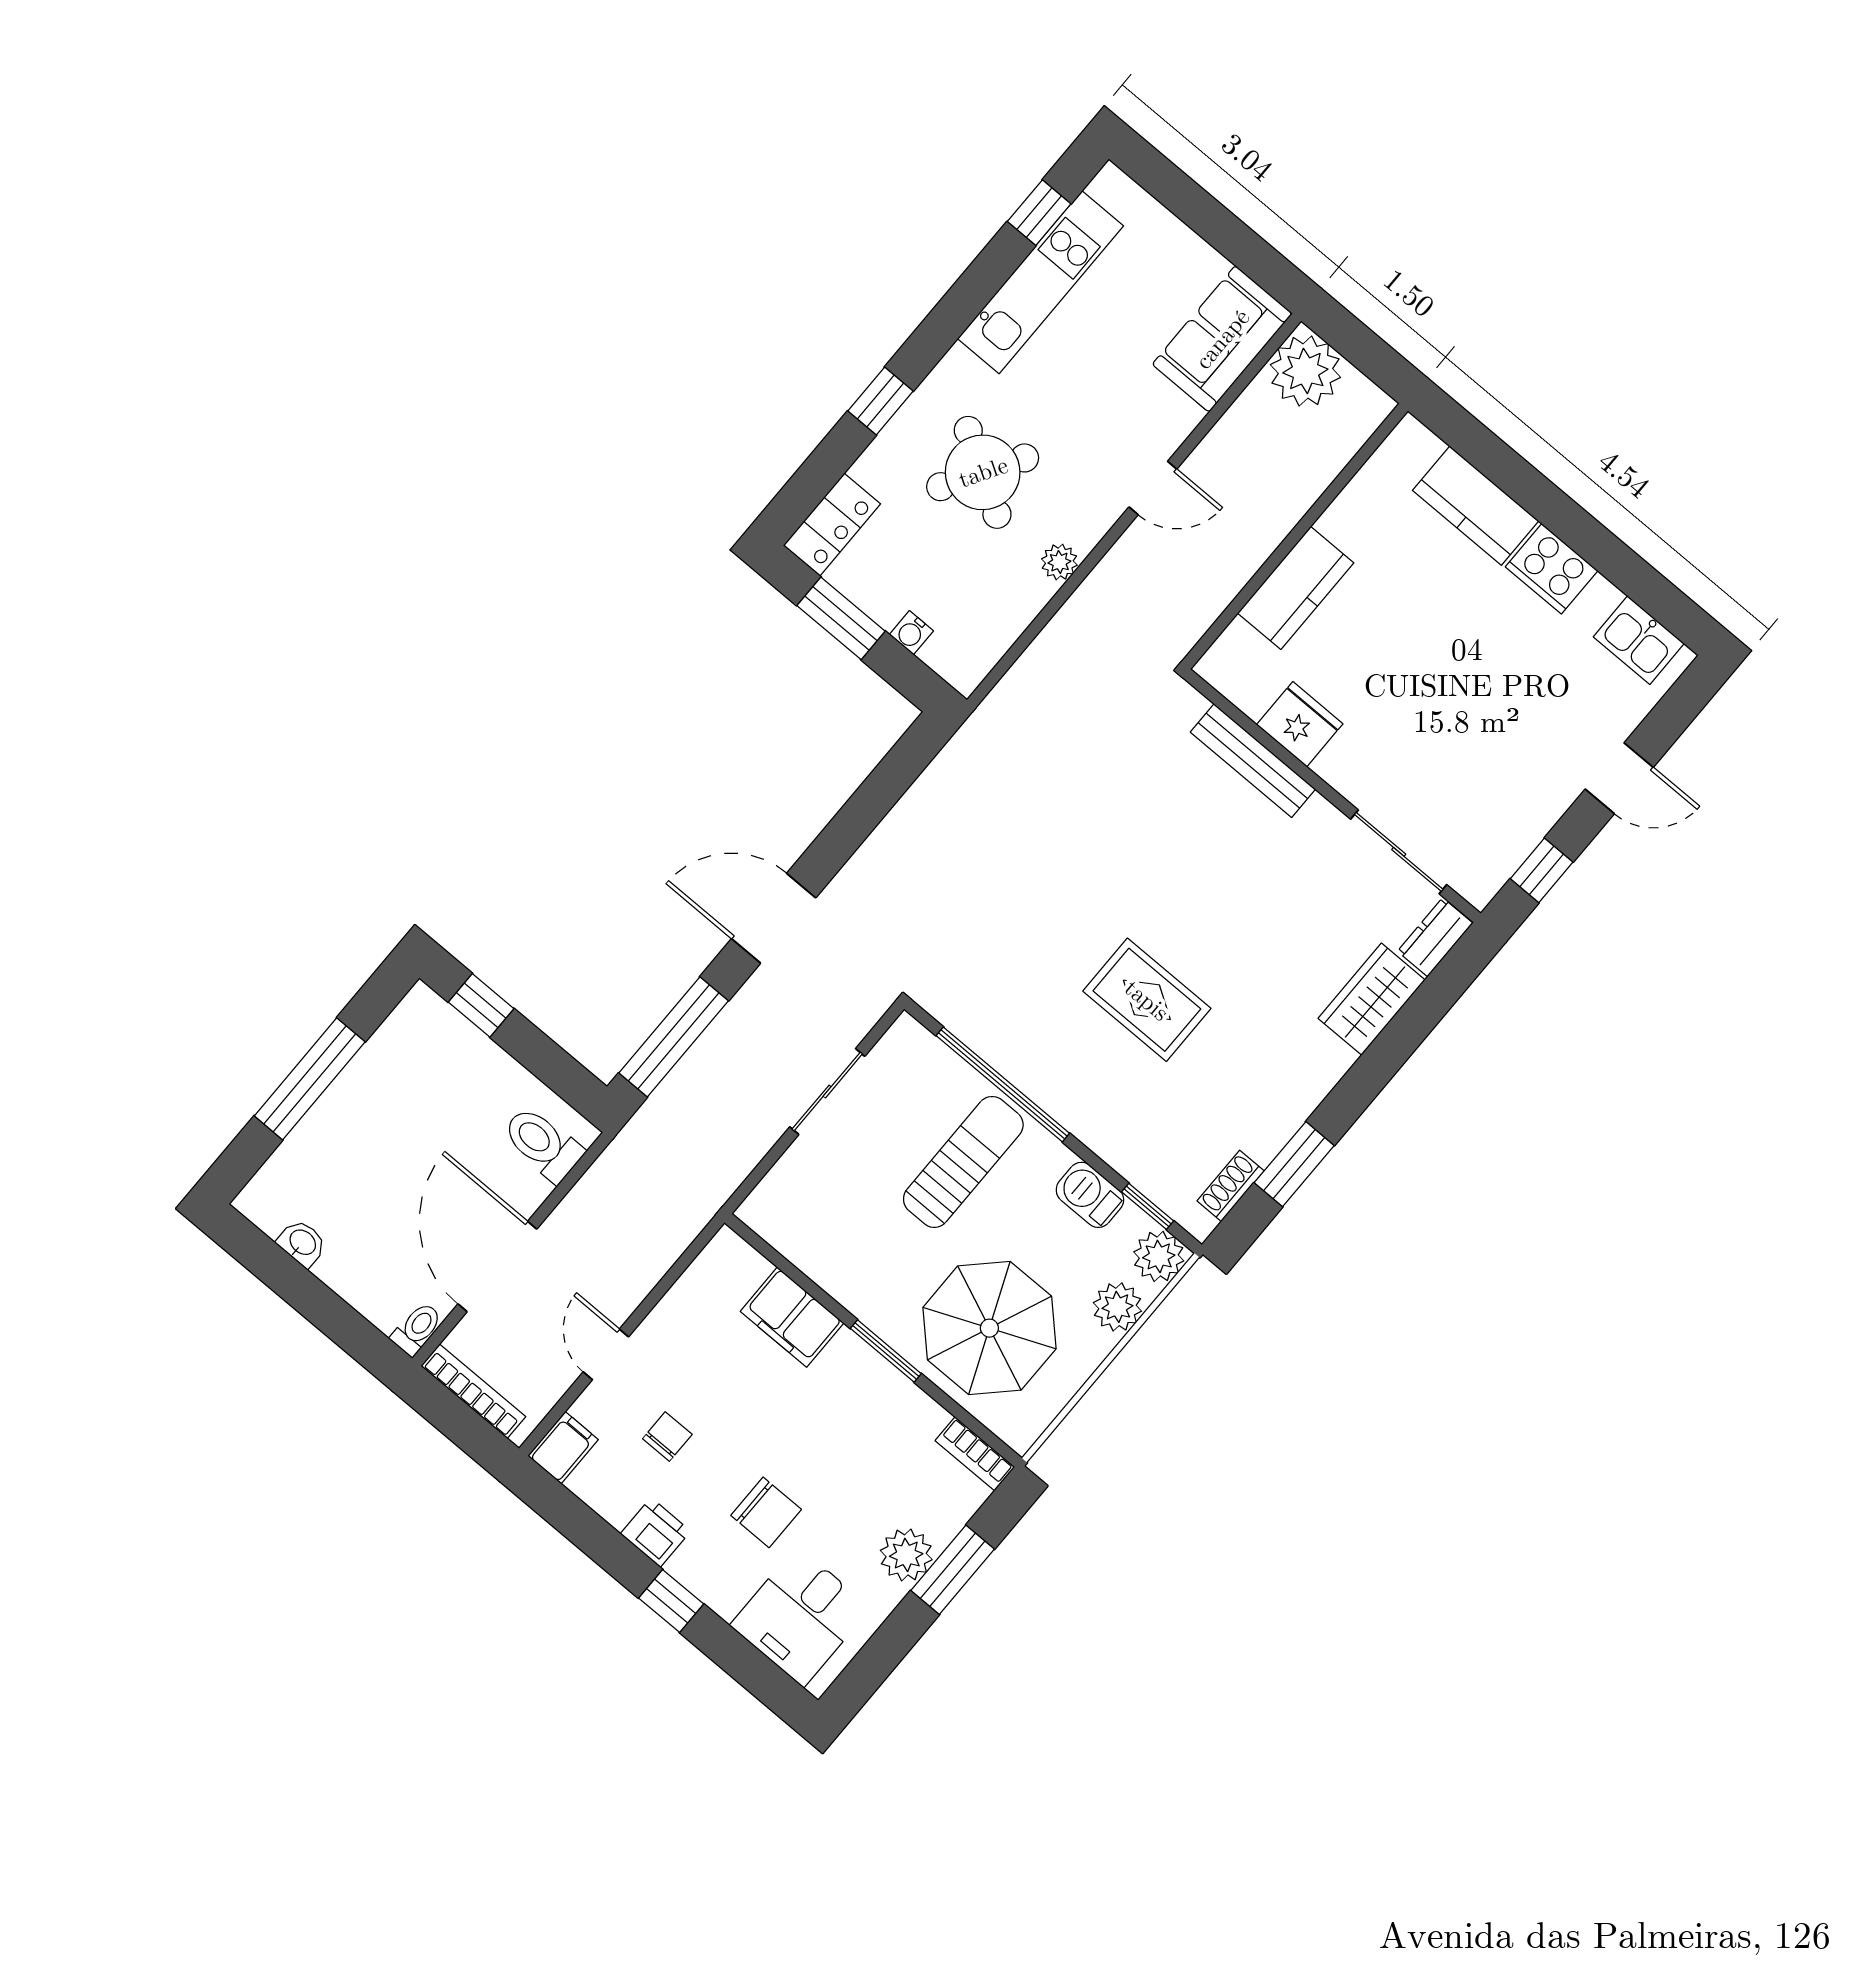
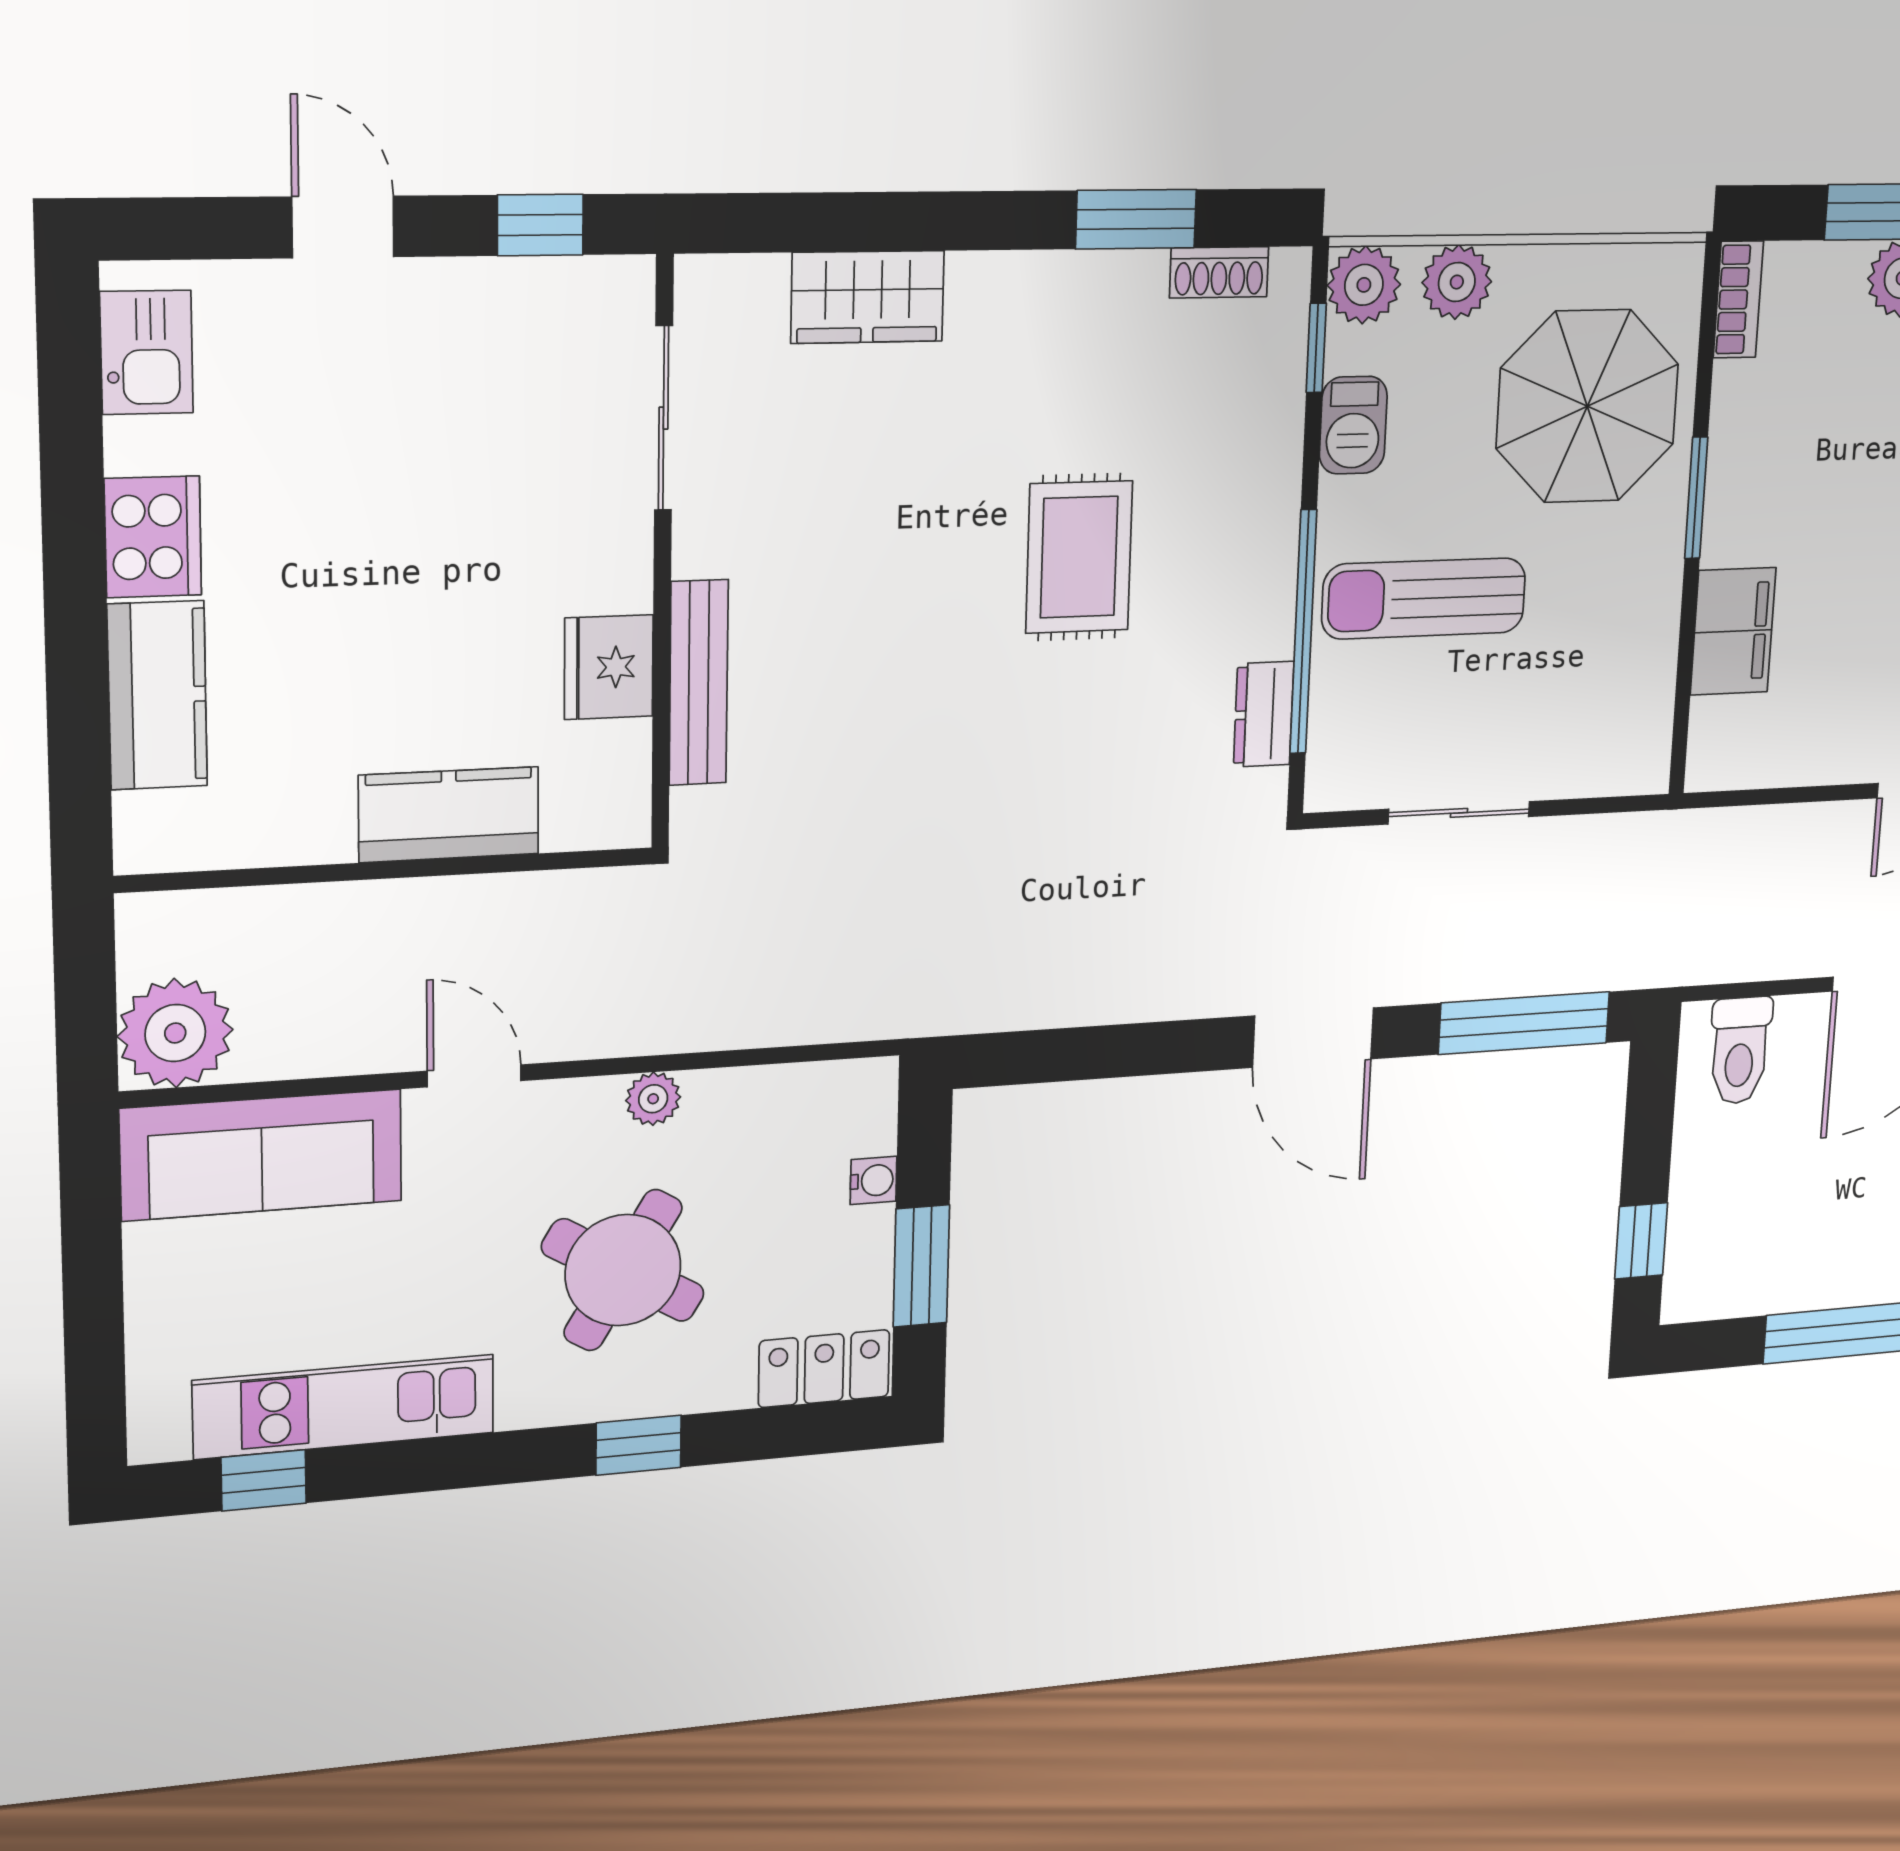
sofa: (1222, 339) -> (262, 1155), width x1.36
dresser: (1435, 937) -> (1264, 714), moved, turned 90

